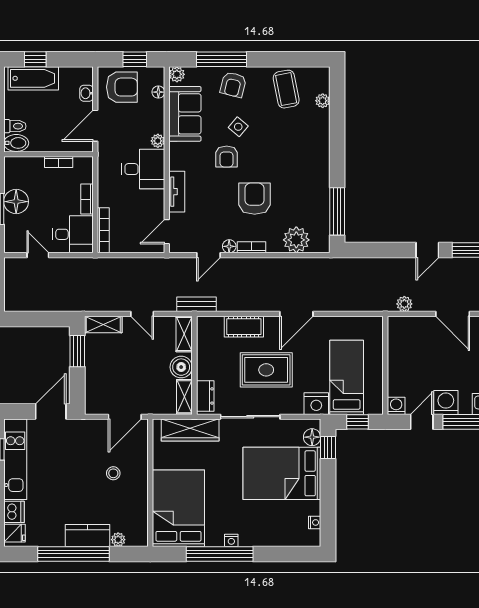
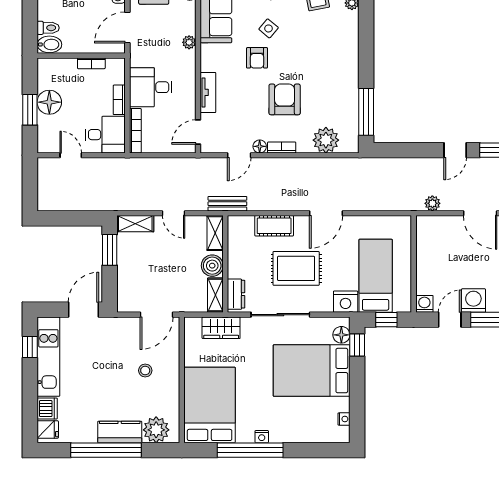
desk: (143, 169) -> (151, 87), moved, turned 180
wardrobe: (190, 430) -> (221, 328), width x0.67
plant: (118, 540) -> (156, 430), width x1.88, depth x1.88

